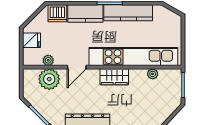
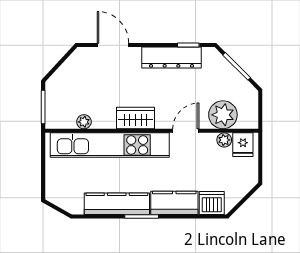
fridge: (32, 40) -> (243, 145), moved, turned -90

